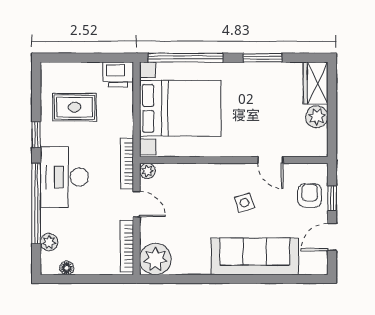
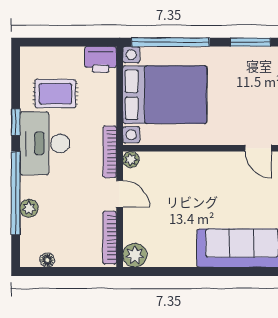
desk: (64, 177) -> (45, 143), moved
side table: (244, 203) -> (231, 192), removed
plant: (49, 242) -> (29, 208), moved
plant: (155, 259) -> (135, 255), width x0.73, depth x0.73

